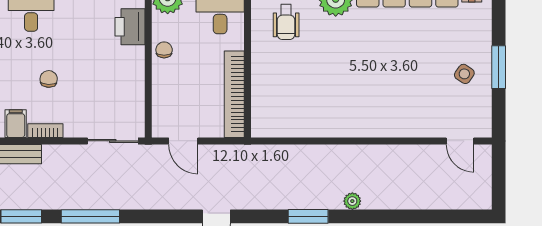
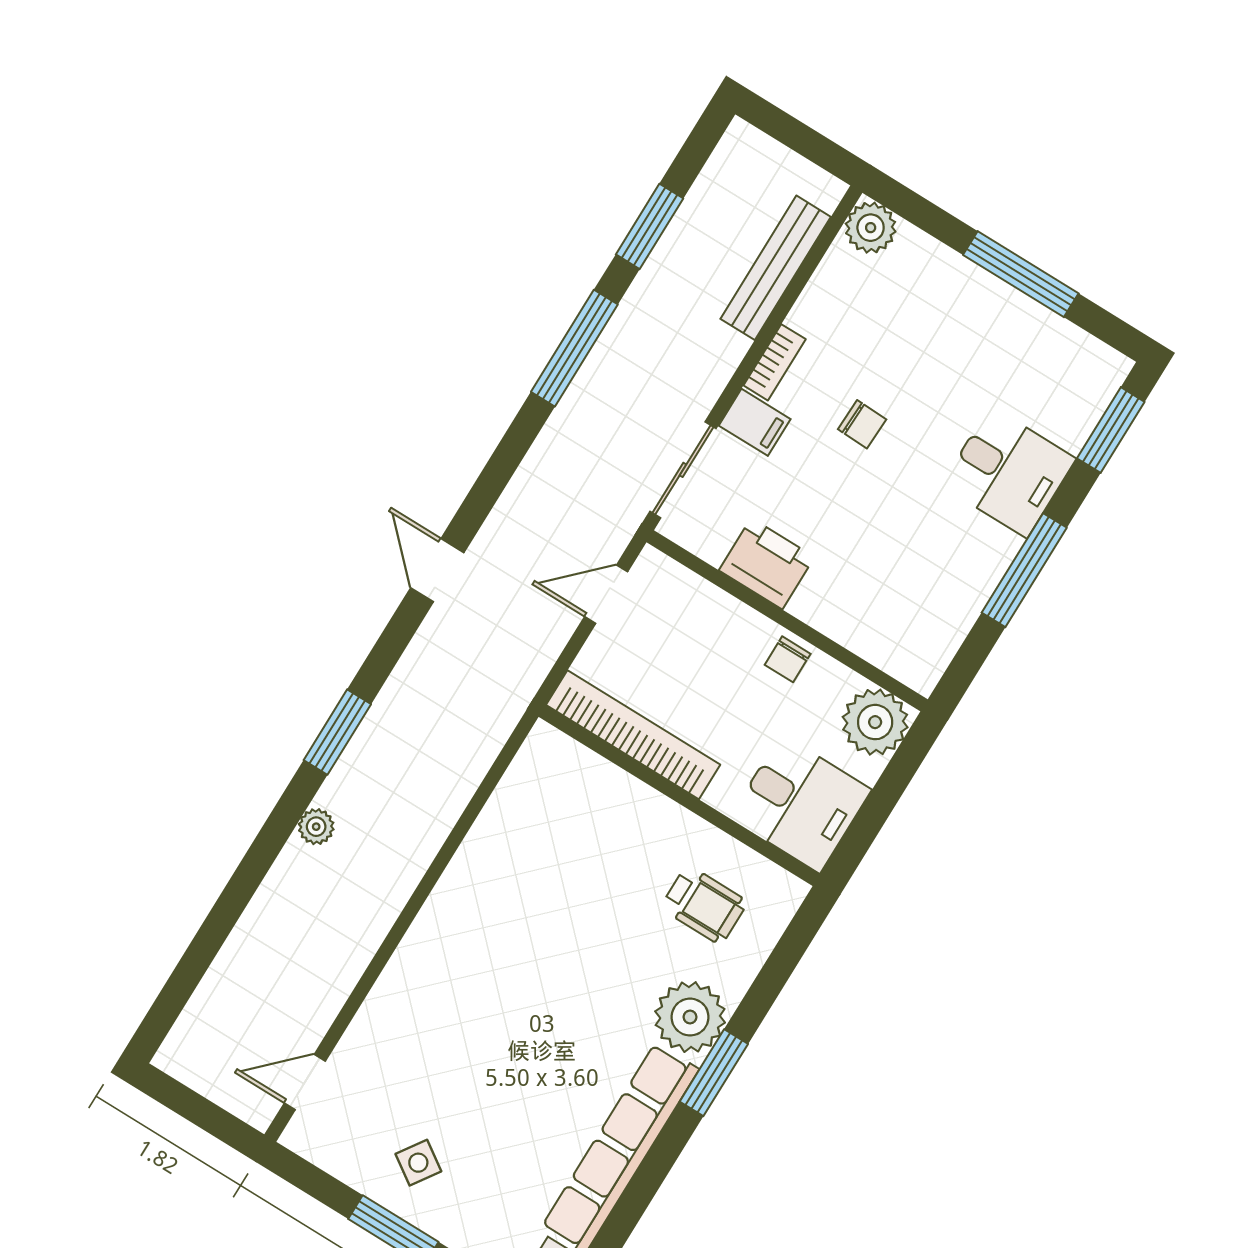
wheelchair: (286, 22) -> (704, 905), turned 180
printer: (130, 27) -> (767, 564), moved
chair: (164, 50) -> (788, 659), turned 90
filing cabinet: (16, 124) -> (755, 422), moved

